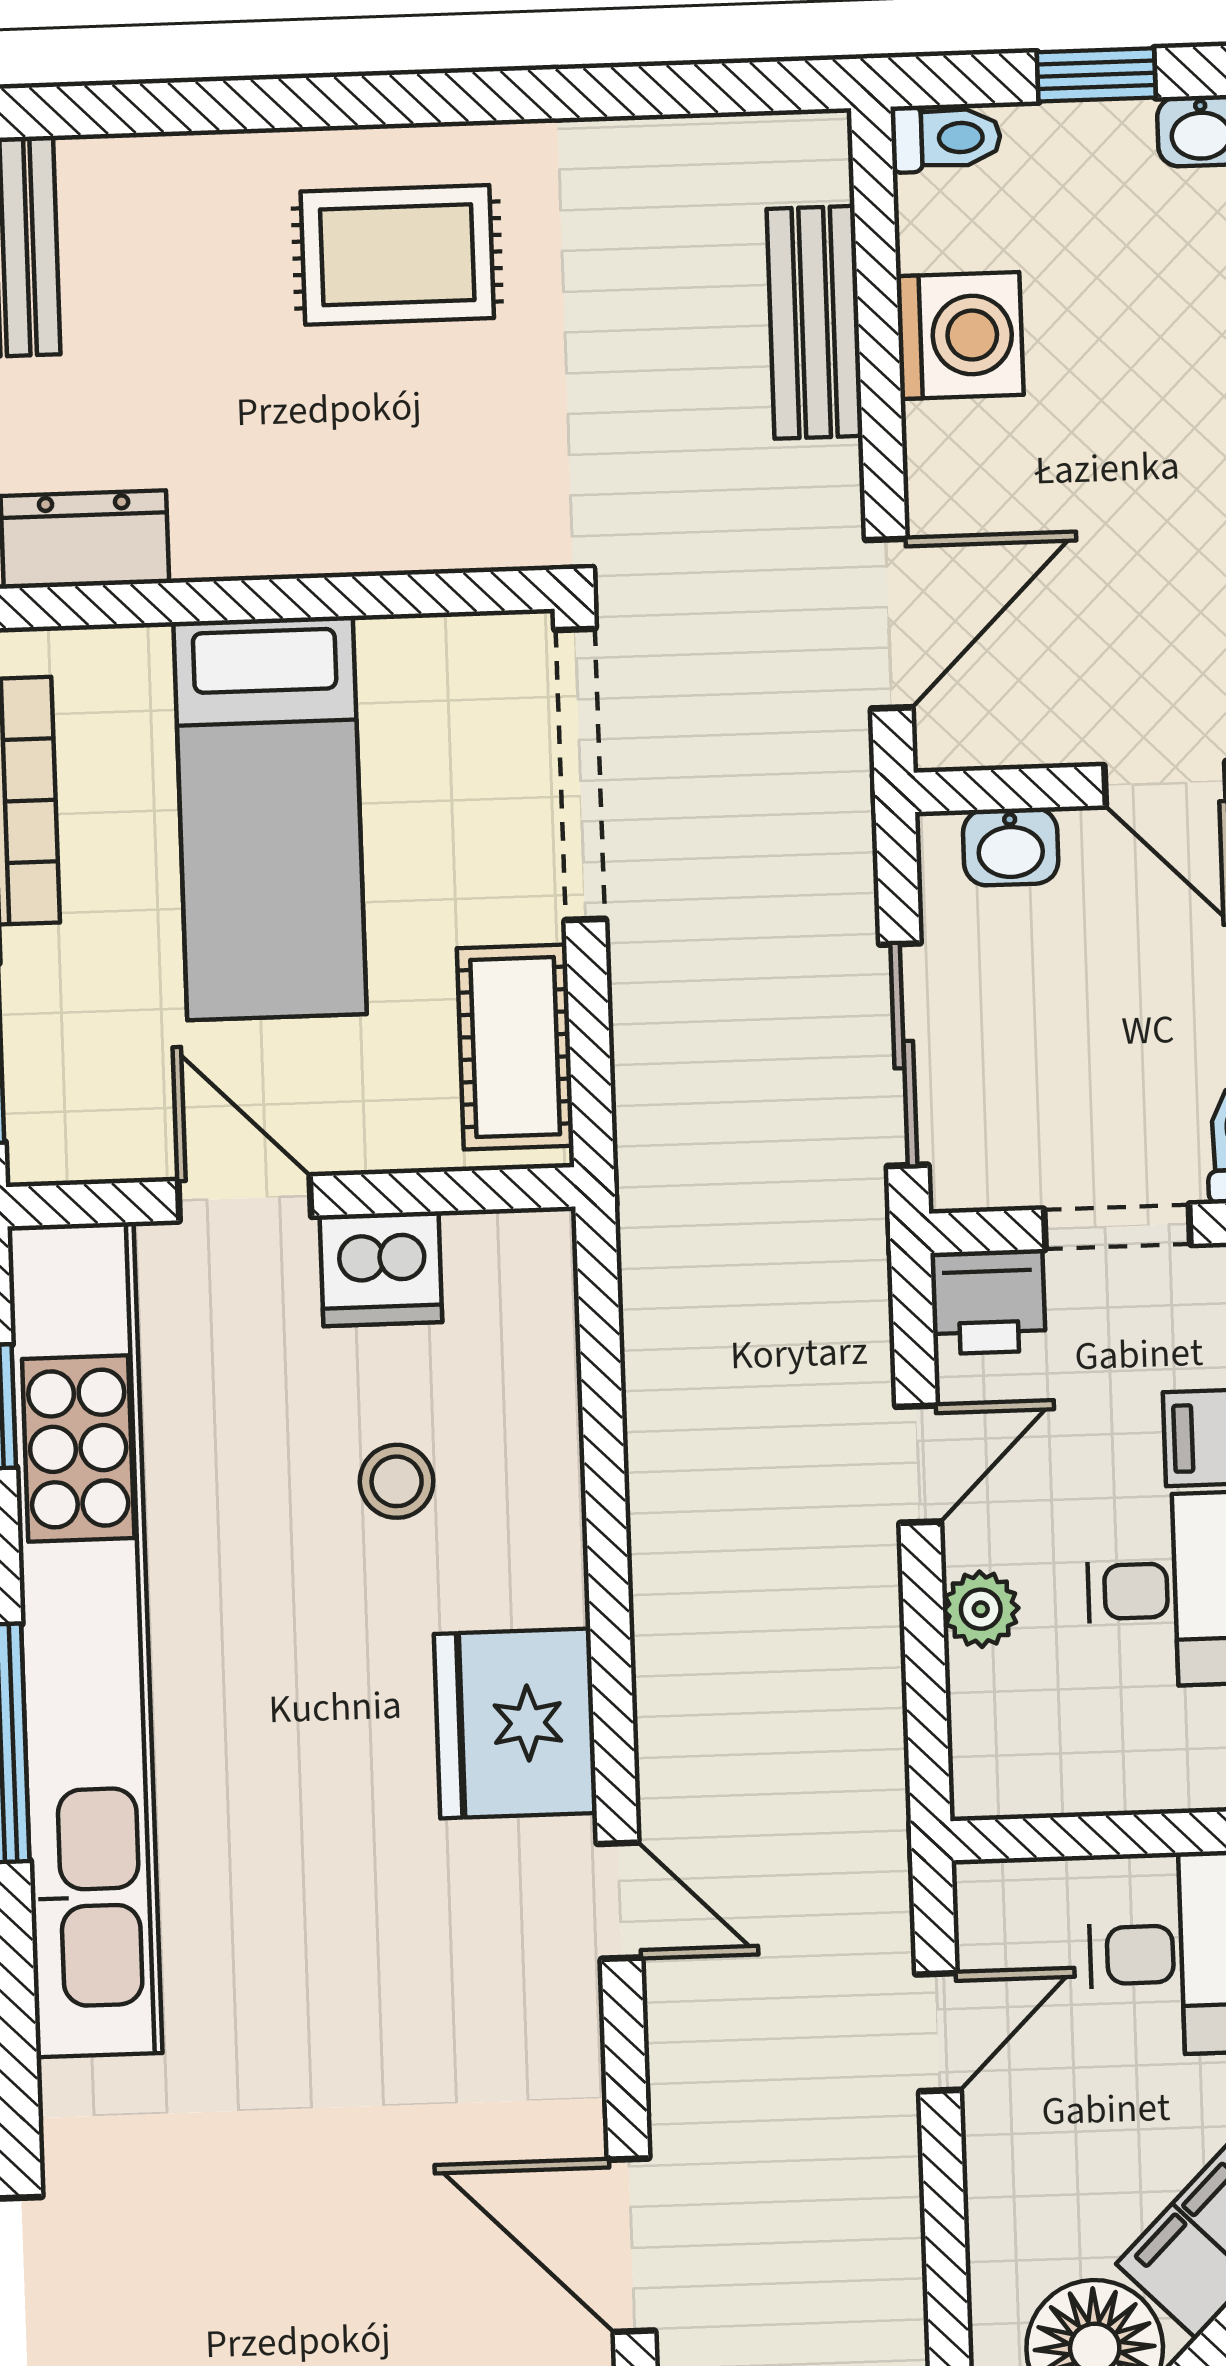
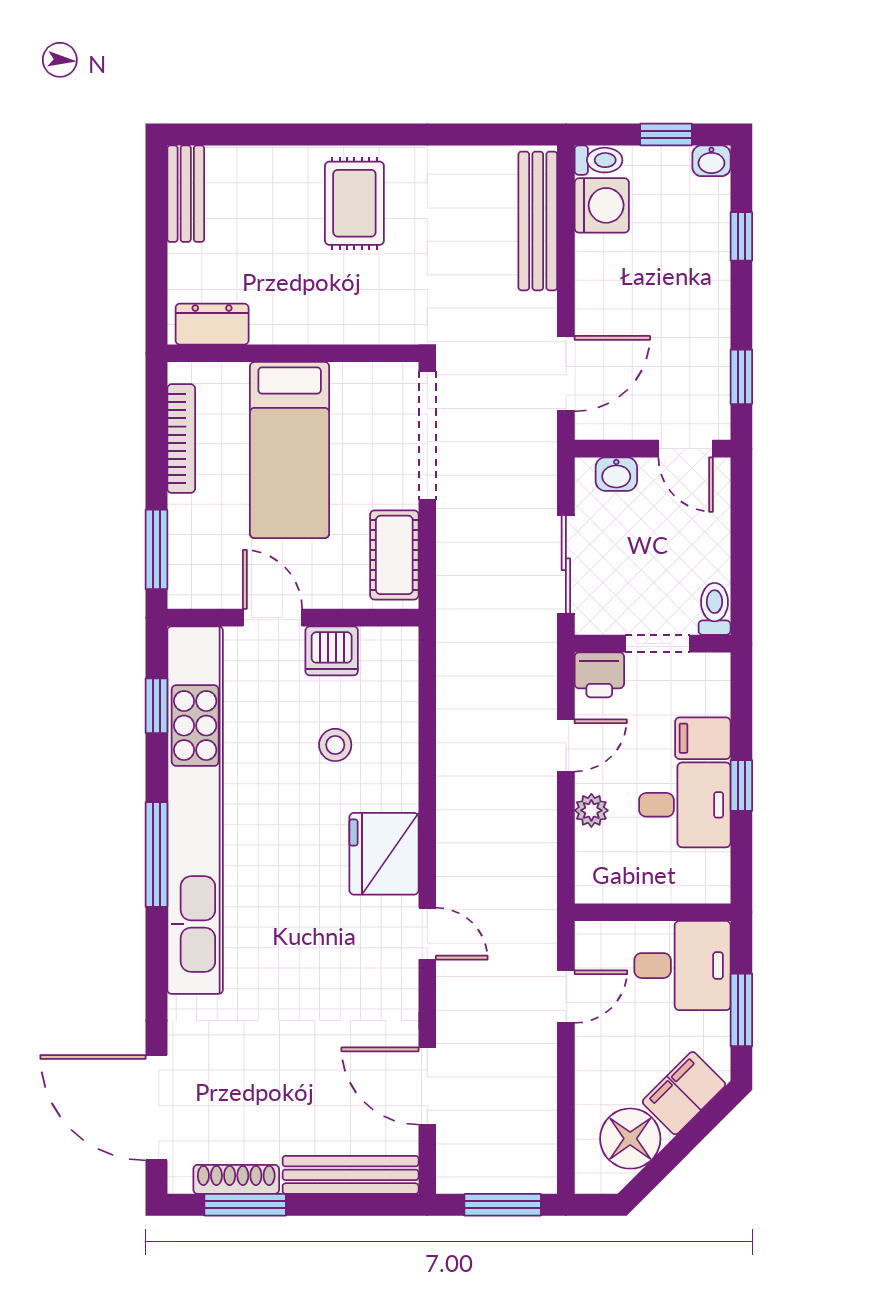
rug: (397, 255) -> (354, 203), turned 90
bench: (815, 322) -> (538, 221), width x1.36
washing machine: (960, 335) -> (602, 205), moved

